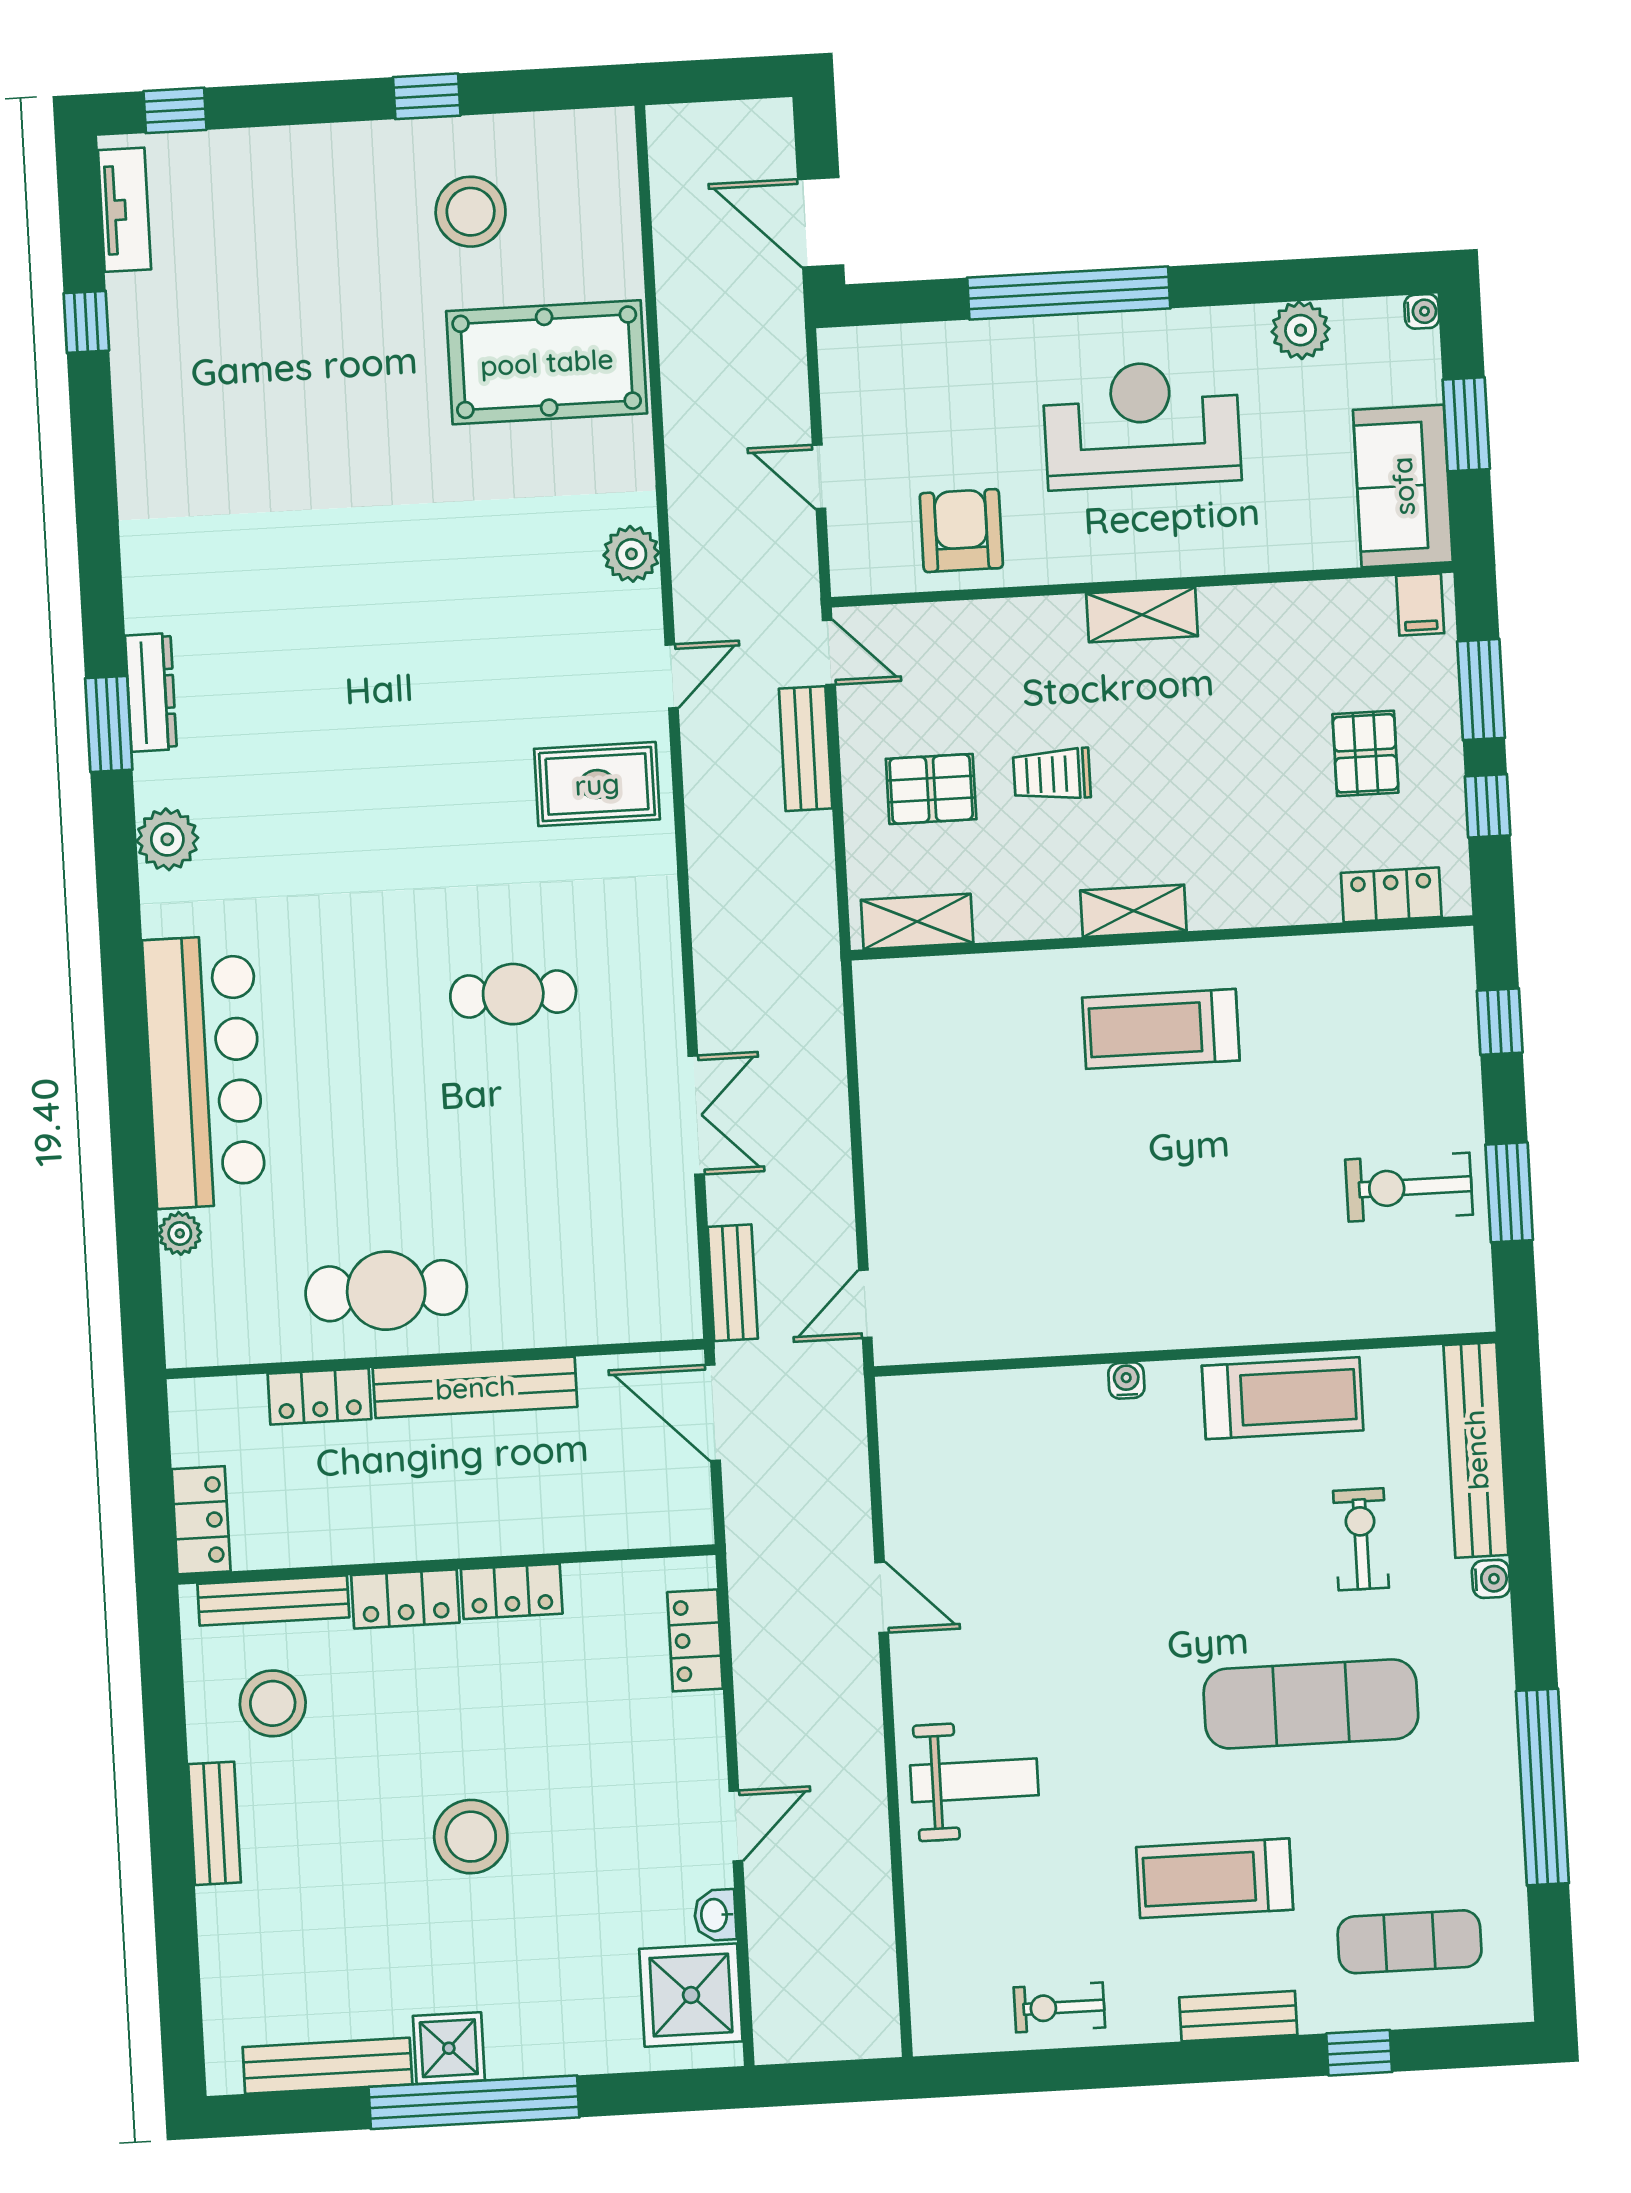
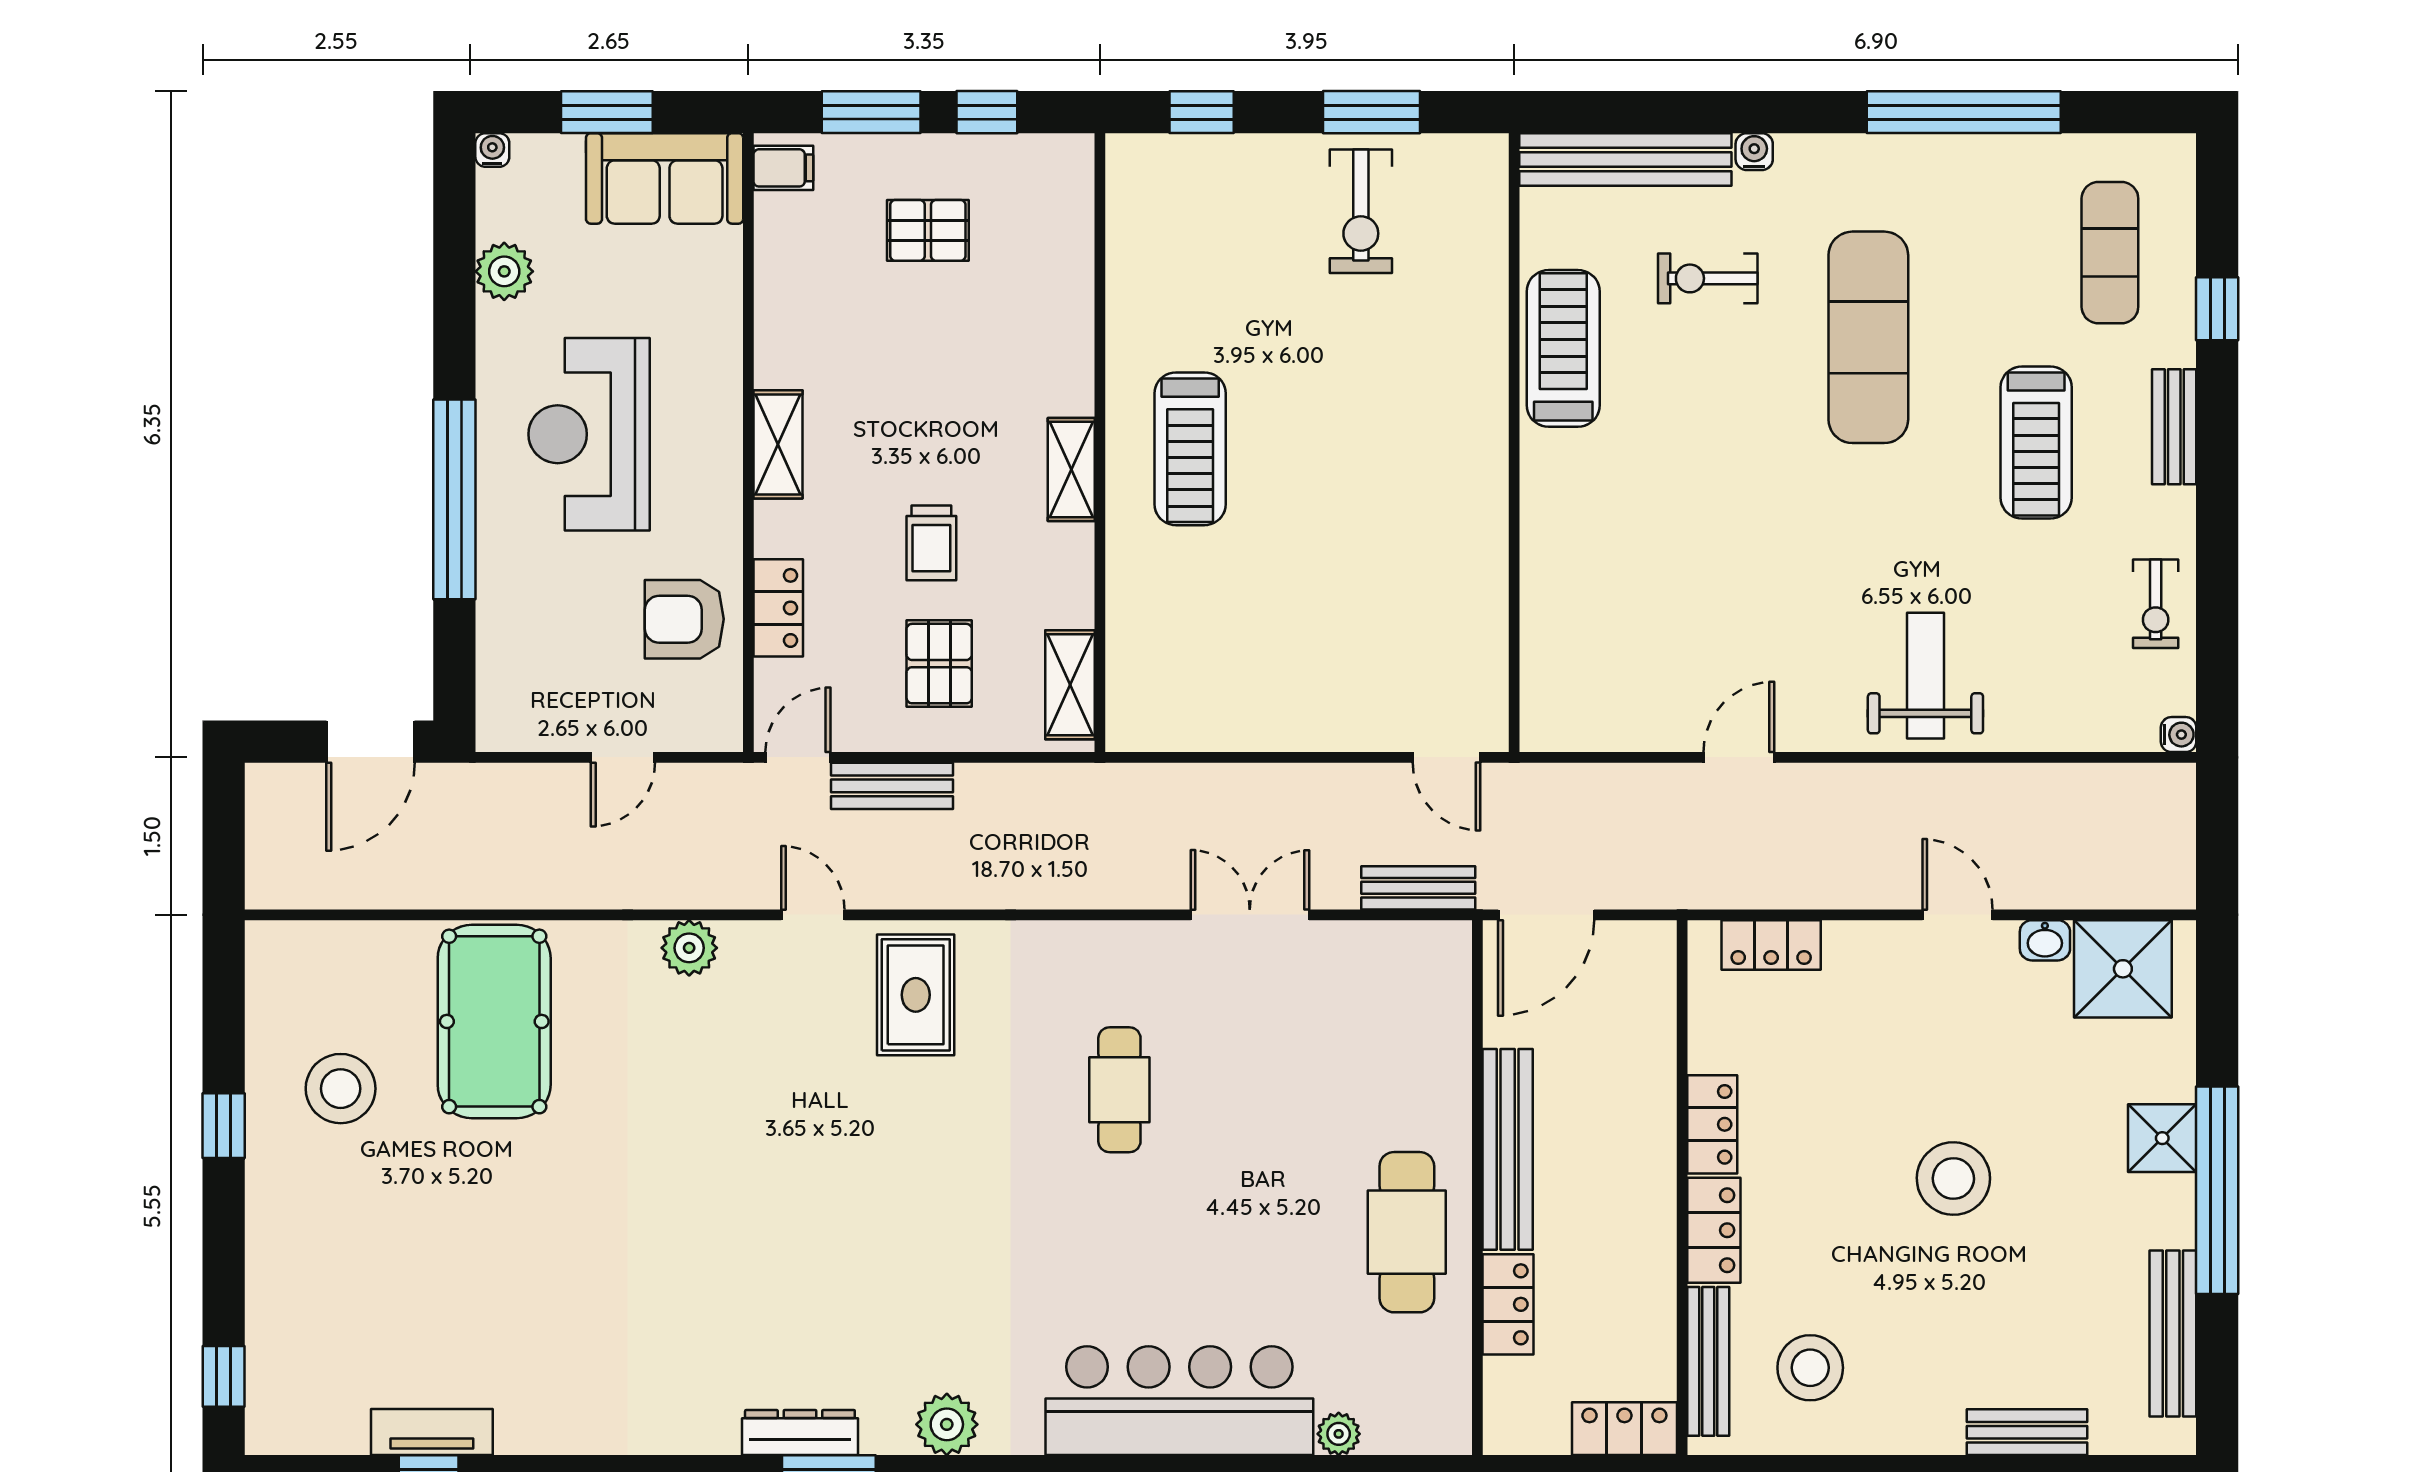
tv unit: (124, 210) -> (432, 1432), moved
locker: (1391, 895) -> (778, 608), moved, turned 180
water cooler: (1126, 1380) -> (2179, 735), moved, turned 180
bench: (214, 1823) -> (2027, 1432), moved
shower: (449, 2048) -> (2162, 1138), moved

